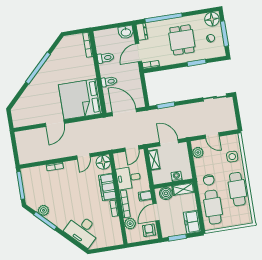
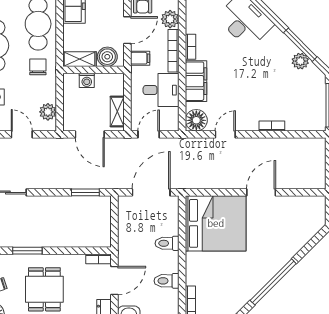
door: (124, 112) -> (151, 192), swing flipped

